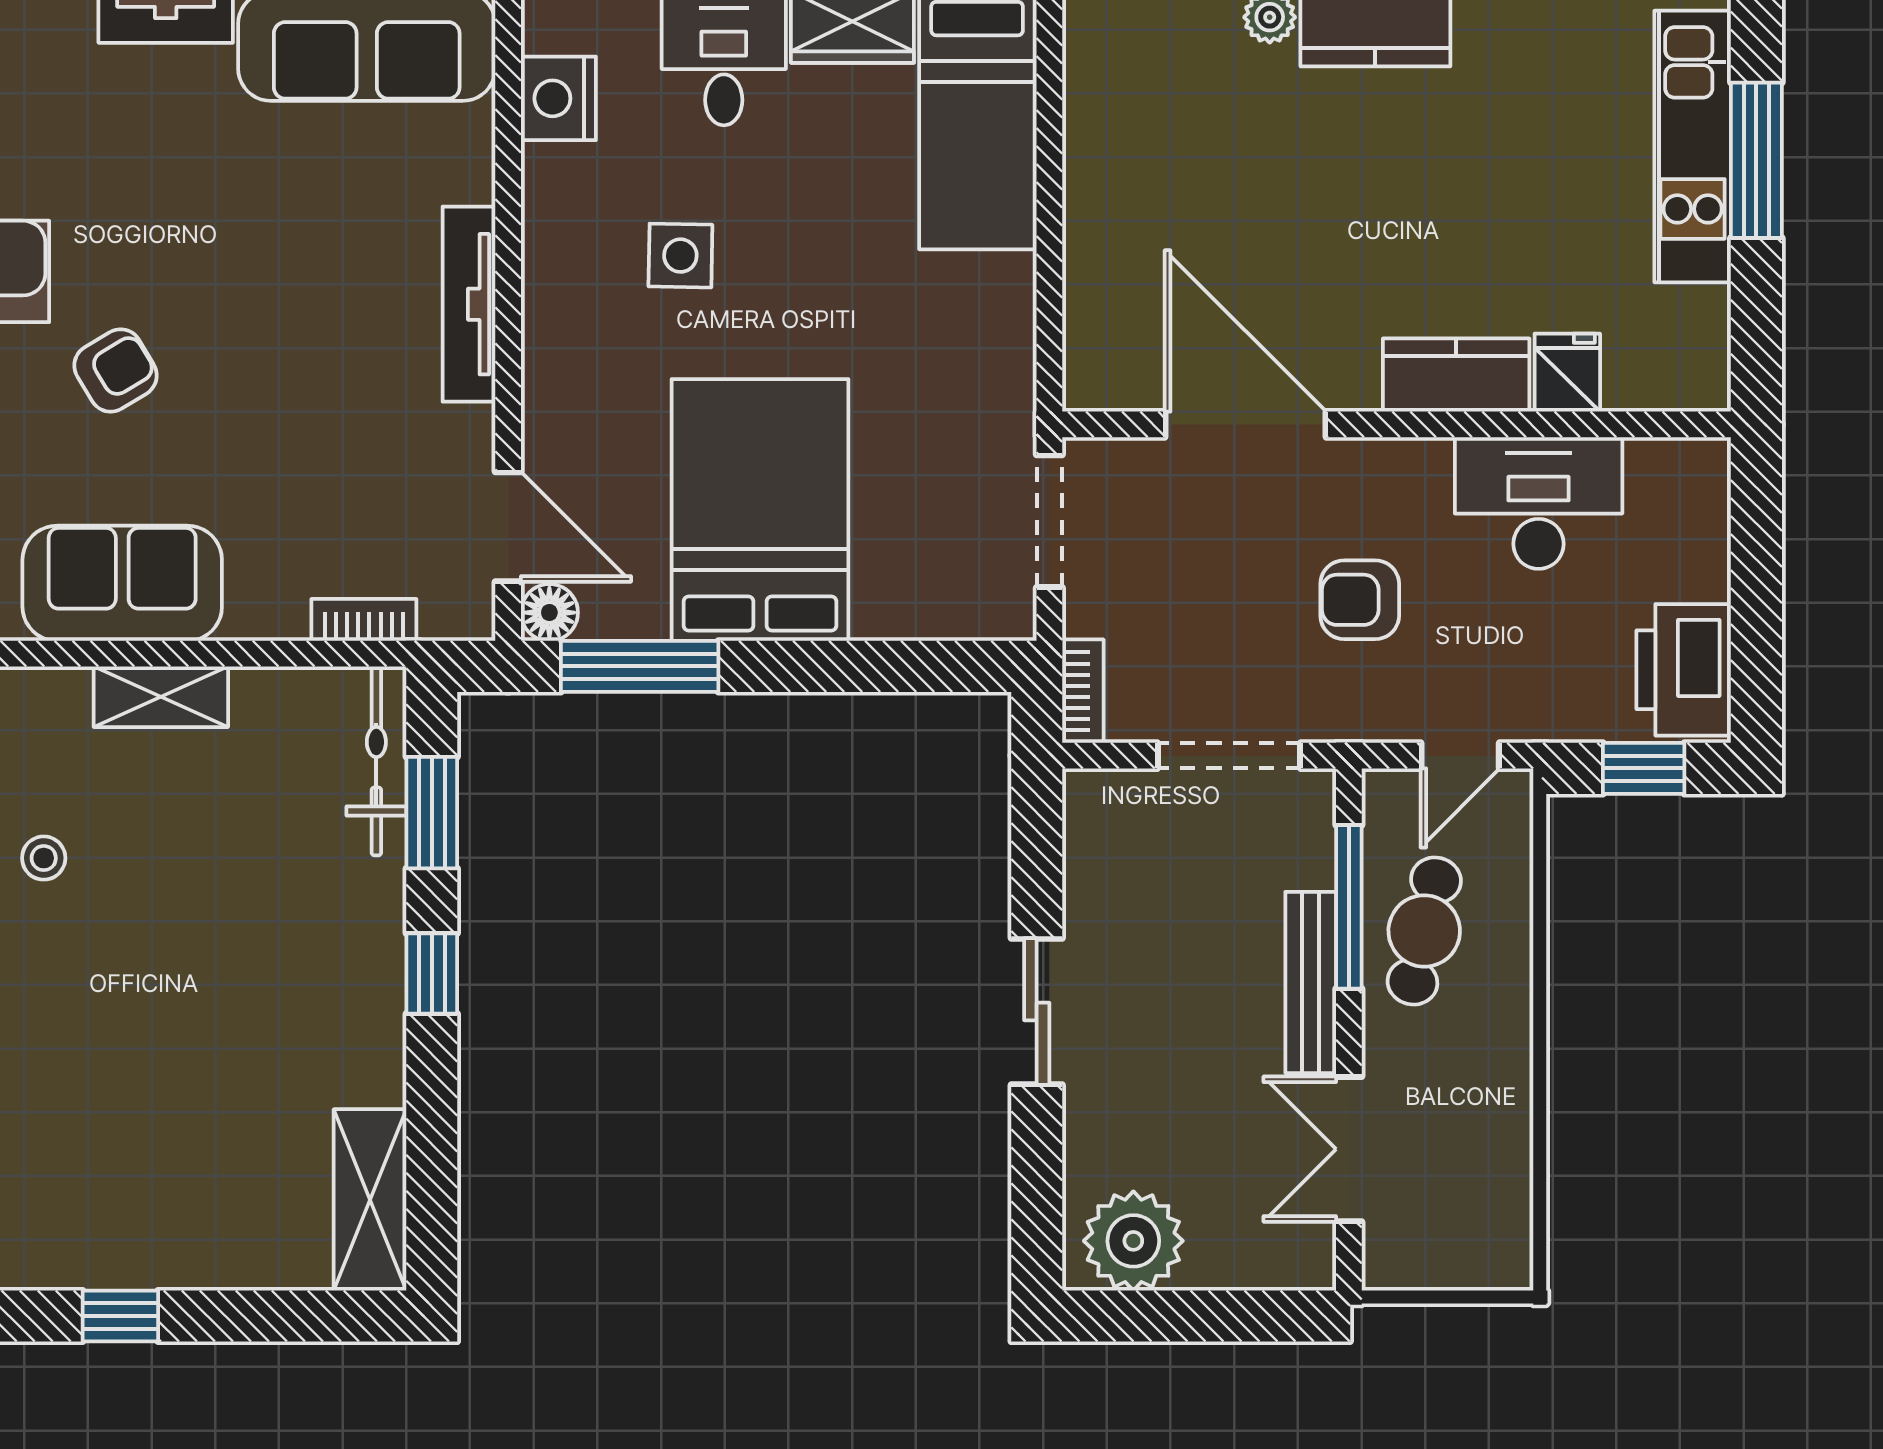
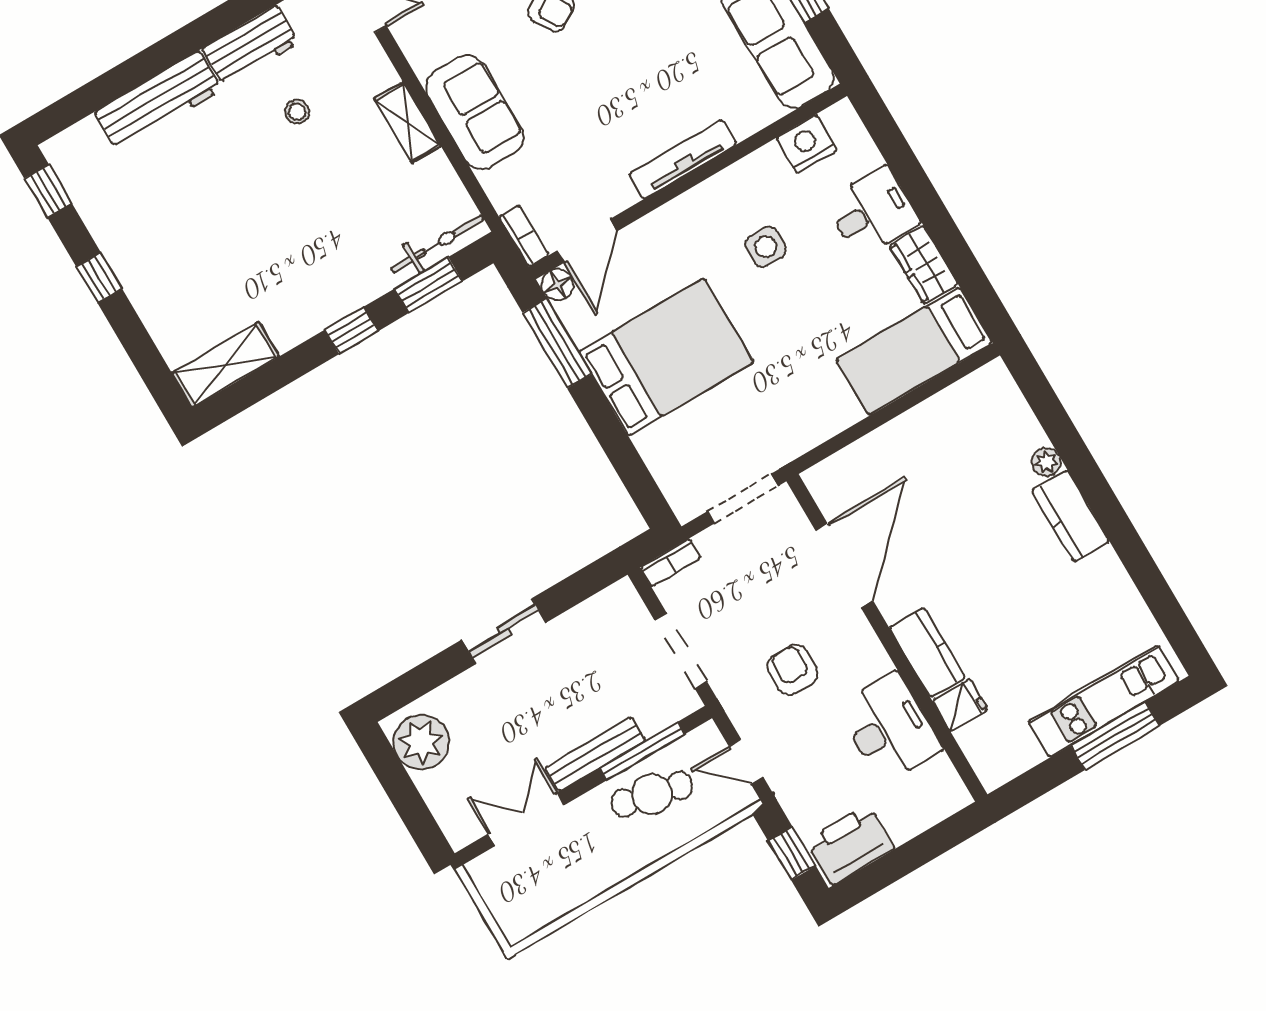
sofa: (122, 583) -> (475, 112), moved
bookcase: (364, 620) -> (524, 236), moved

